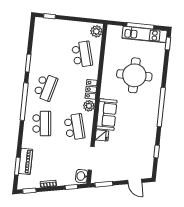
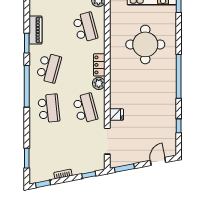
sofa: (107, 115) -> (119, 91), removed
piano: (26, 161) -> (35, 30), moved
washbasin: (82, 176) -> (99, 162), removed
door: (135, 181) -> (158, 161), swing flipped

